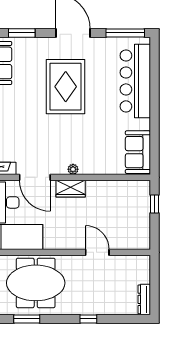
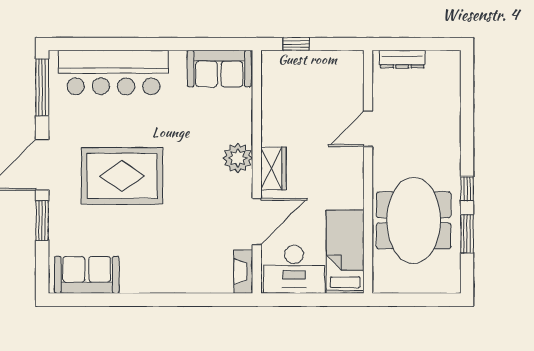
window: (22, 33) -> (42, 221), moved
plant: (73, 169) -> (238, 158), width x1.87, depth x1.87
dresser: (144, 299) -> (402, 59), moved
window: (88, 319) -> (467, 189), moved

